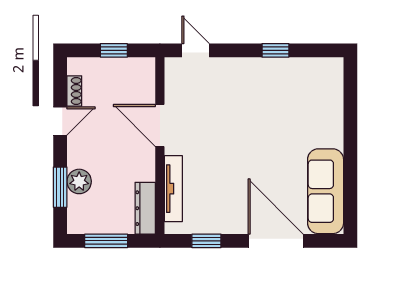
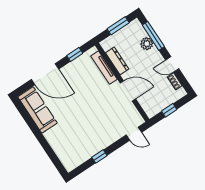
door: (60, 121) -> (172, 64), hinge flipped
window: (60, 187) -> (153, 36), width x1.44
dresser: (145, 208) -> (117, 61), moved

